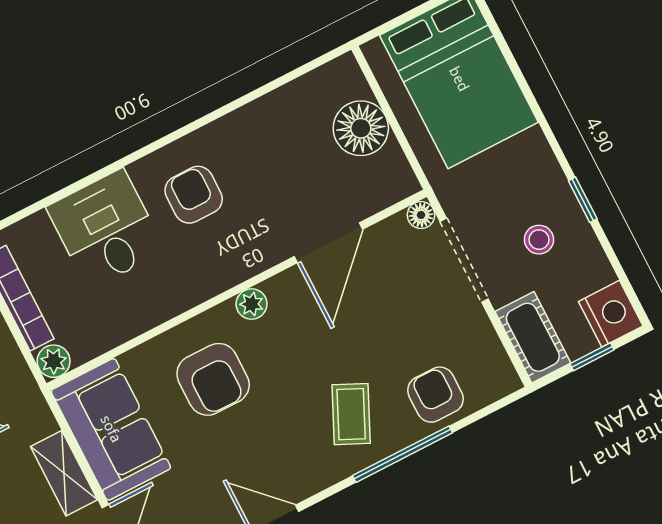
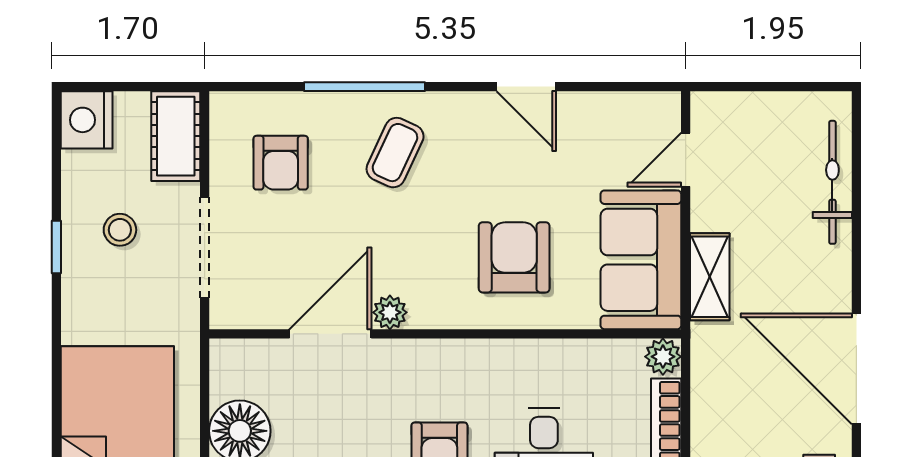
floor lamp: (421, 215) -> (224, 314), removed
plant: (252, 304) -> (390, 312), moved
window: (592, 357) -> (127, 87), removed
armchair: (435, 395) -> (281, 163), moved
shelving: (64, 473) -> (710, 277), moved

